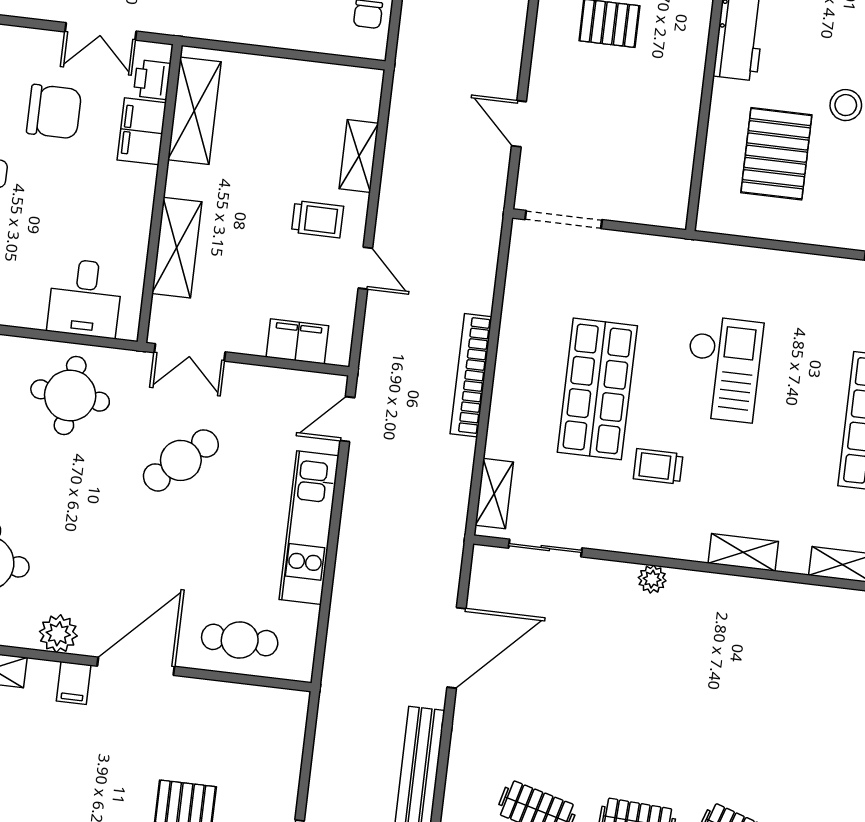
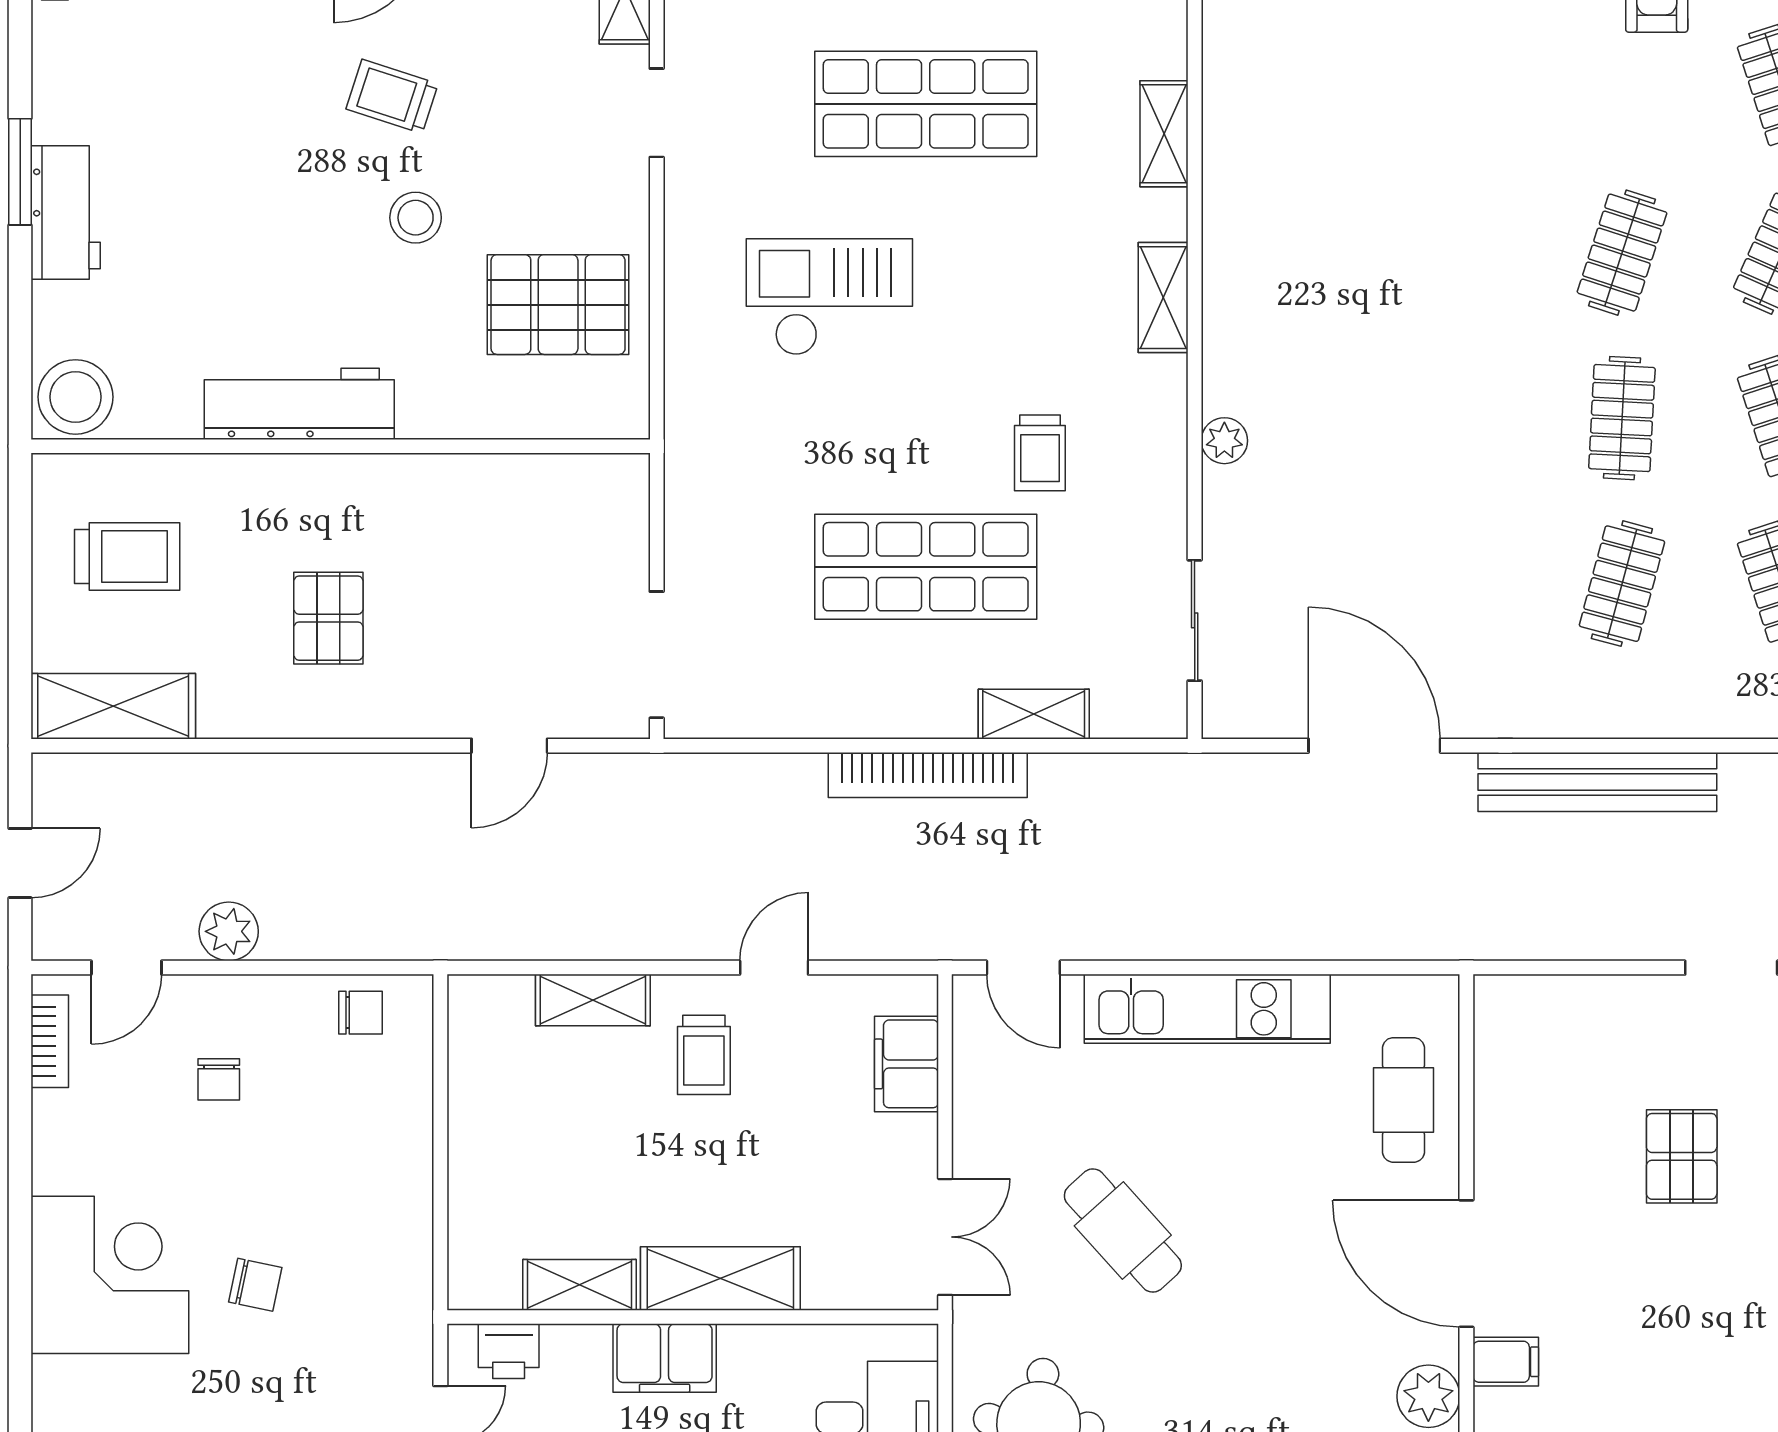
shelving: (194, 111) -> (580, 1285), width x0.67, depth x0.75
filing cabinet: (142, 131) -> (665, 1358), moved
pallet: (776, 154) -> (558, 305), moved
trolley: (318, 219) -> (704, 1055), turned 180
shelving: (177, 248) -> (720, 1278), moved
checkout: (723, 369) -> (829, 297), moved
shelving: (494, 494) -> (1034, 714), moved

